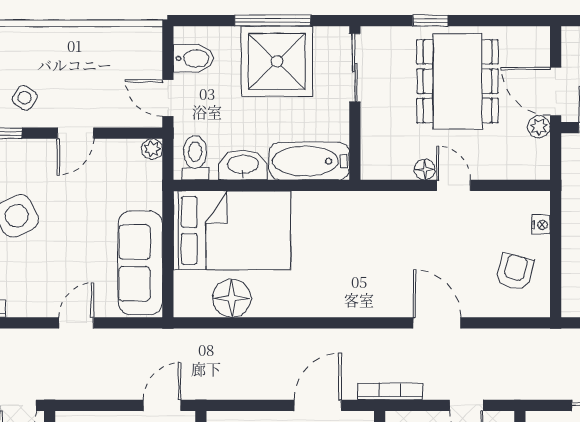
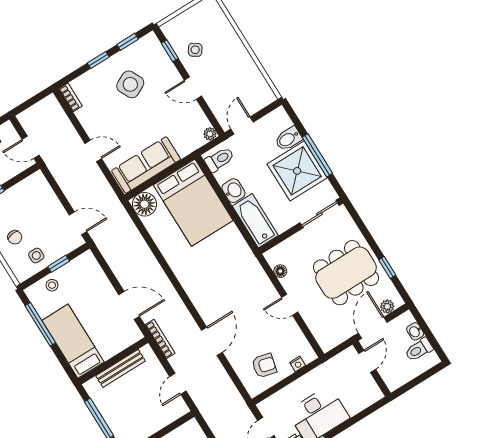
window: (430, 21) -> (387, 267), moved
bidet: (193, 58) -> (288, 139), moved, turned 90
plant: (539, 127) -> (387, 307), moved
washbasin: (243, 165) -> (233, 191), width x0.72
floor lamp: (425, 170) -> (280, 271), moved
door: (453, 185) -> (290, 305), swing flipped
floor lamp: (232, 298) -> (145, 204), moved

